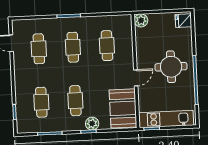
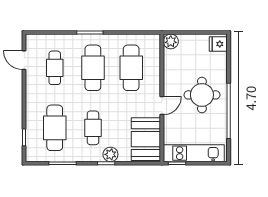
cafe table: (107, 46) -> (131, 68), width x1.37, depth x1.35
cafe table: (73, 47) -> (93, 68), width x1.37, depth x1.35
cafe table: (41, 102) -> (55, 128), width x1.37, depth x1.35

